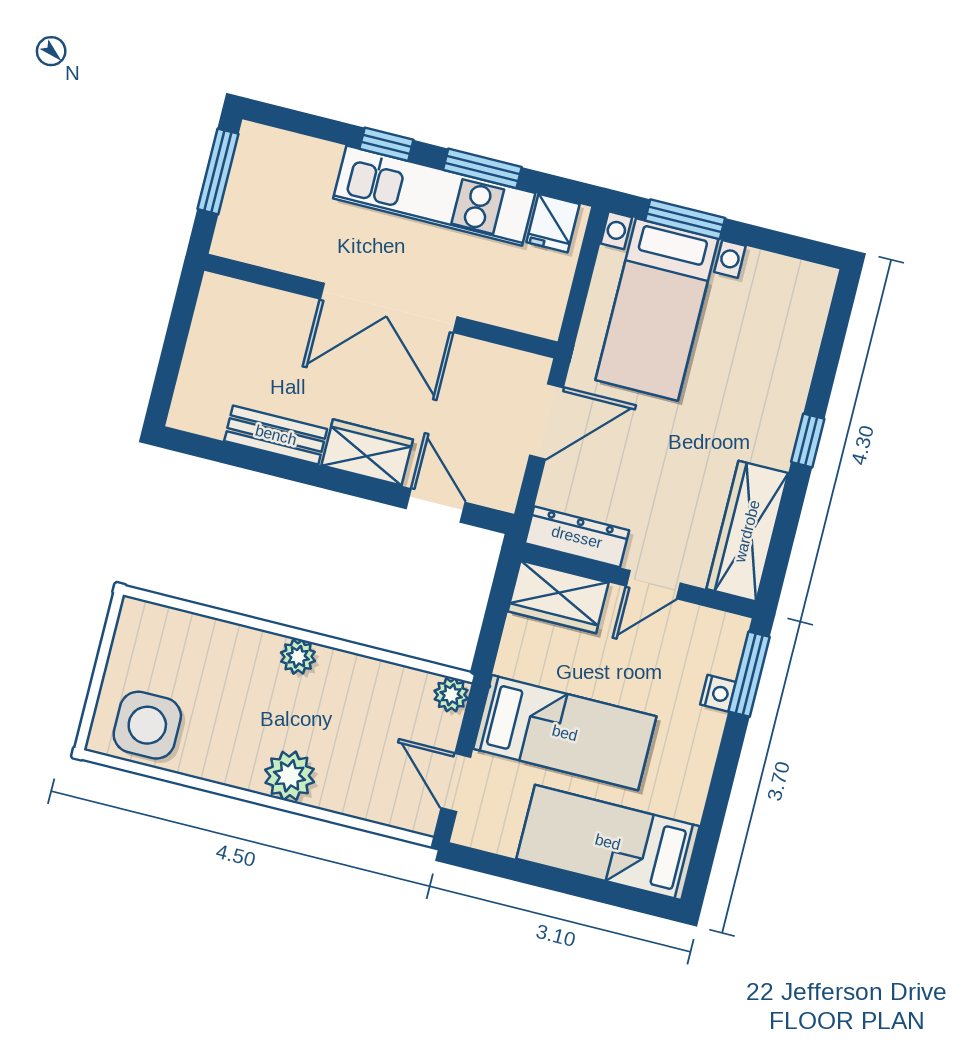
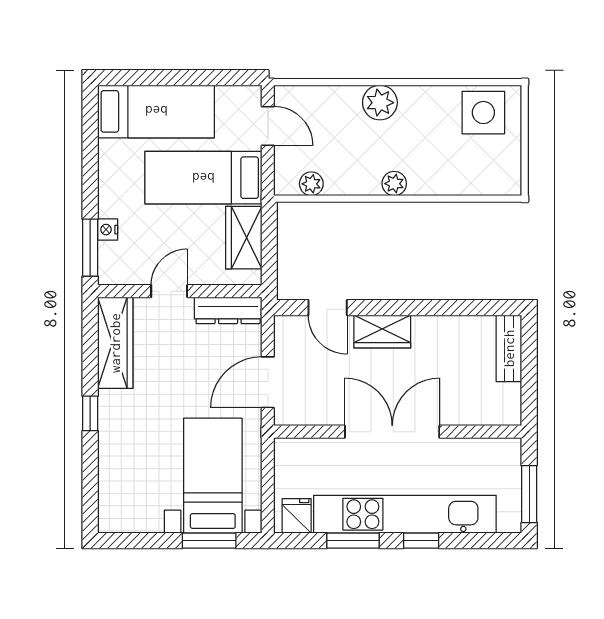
kitchen unit: (434, 196) -> (405, 514), width x1.36
bench: (276, 435) -> (509, 348), moved, turned 90
wardrobe: (558, 597) -> (244, 238), moved, turned -90
plant: (451, 695) -> (311, 184), moved

